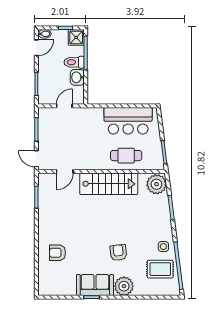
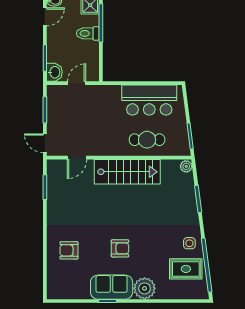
washbasin: (77, 77) -> (54, 72), moved, turned 180
plant: (156, 184) -> (186, 166), width x0.53, depth x0.53
armchair: (118, 253) -> (120, 248), moved, turned 97

